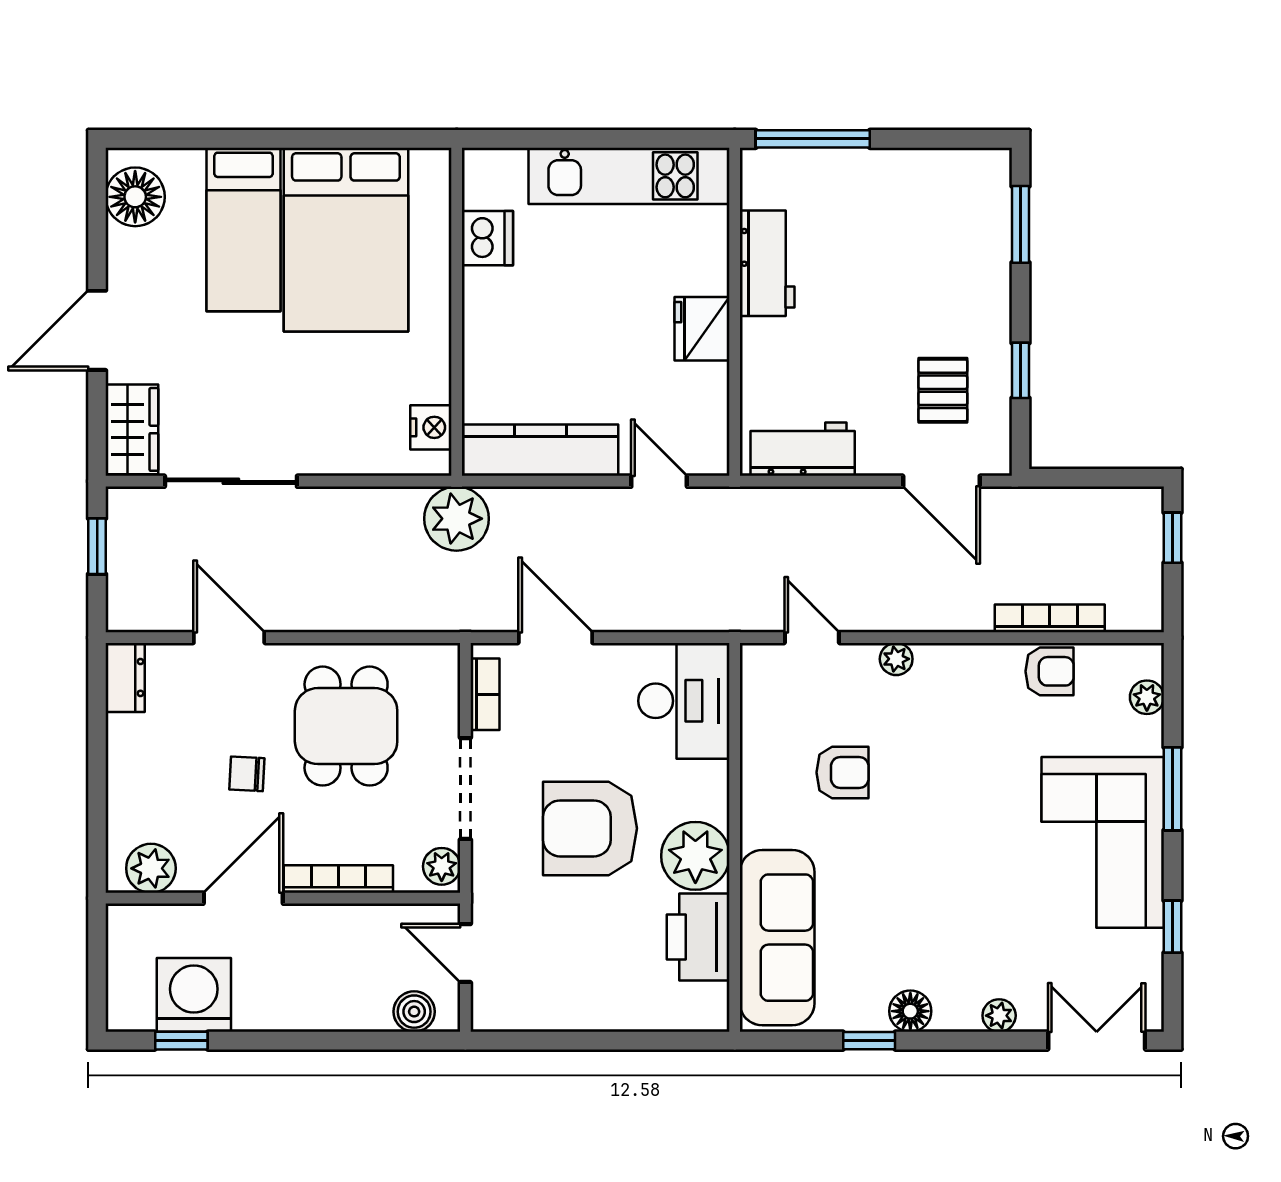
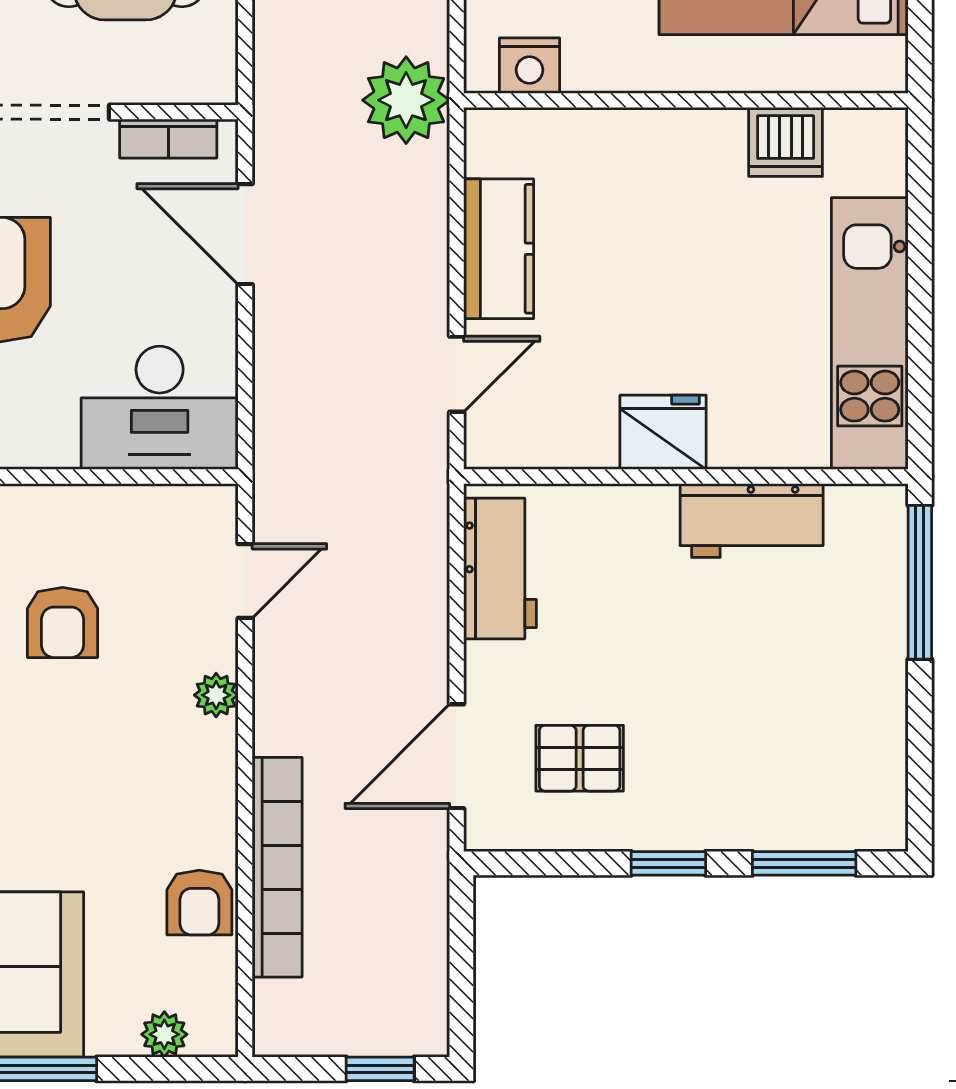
window: (1020, 370) -> (668, 863), moved
kitchen counter: (541, 450) -> (499, 249), width x0.67
bookcase: (1050, 618) -> (277, 867), width x1.48, depth x1.31
door: (555, 638) -> (245, 234), swing flipped

